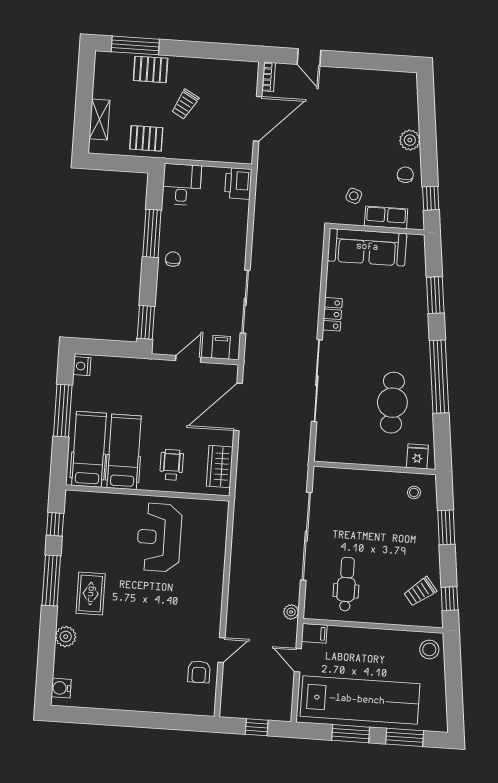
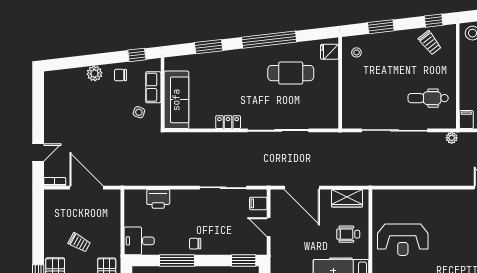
printer: (238, 183) -> (158, 199), moved

